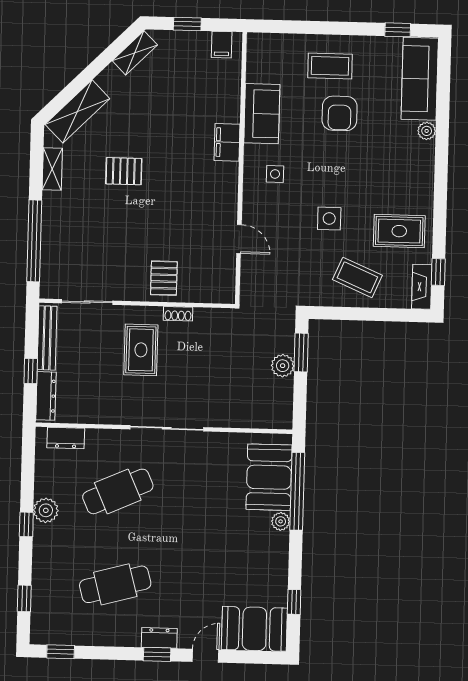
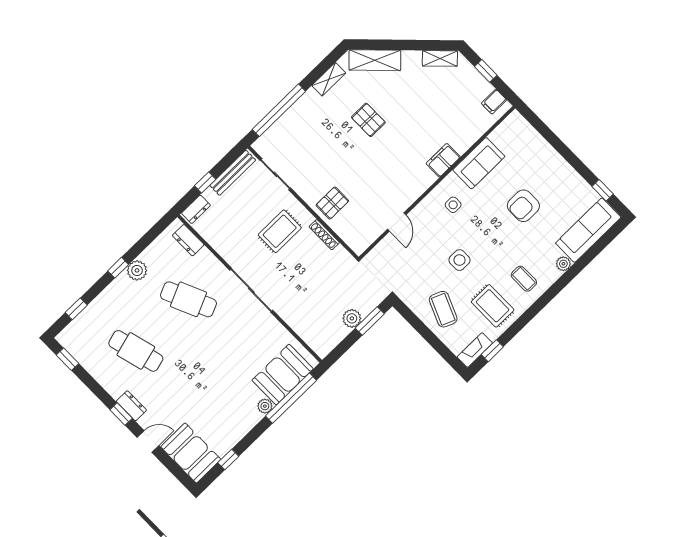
coffee table: (330, 66) -> (524, 279), moved, width x0.73, depth x0.77
shoe rack: (178, 314) -> (324, 235), width x1.43
dresser: (46, 396) -> (196, 209), width x0.70

